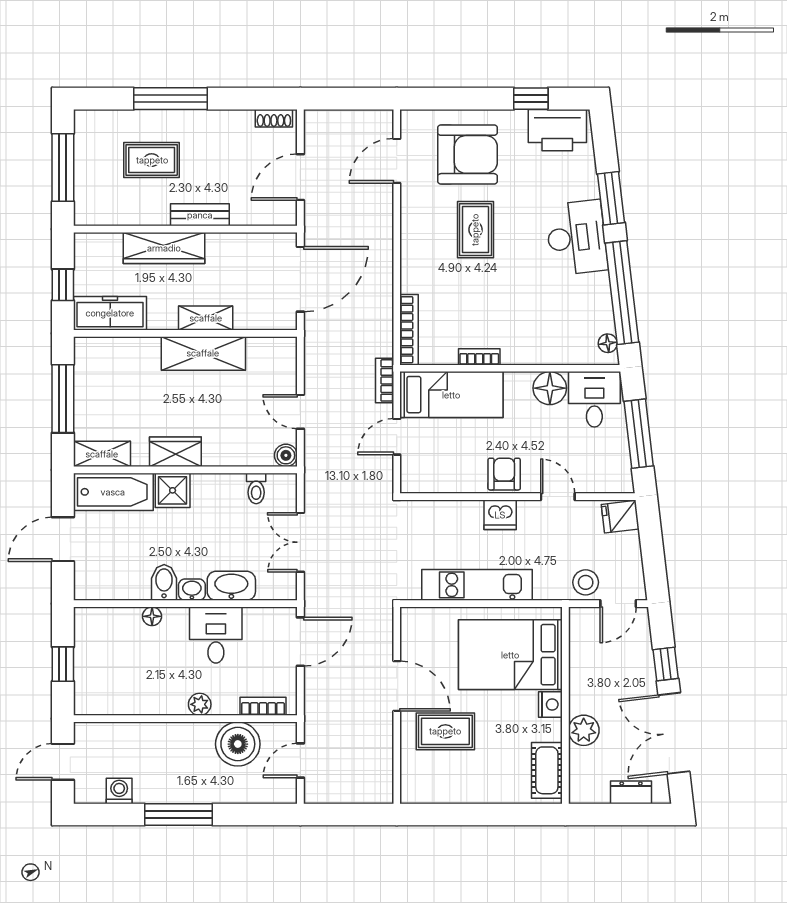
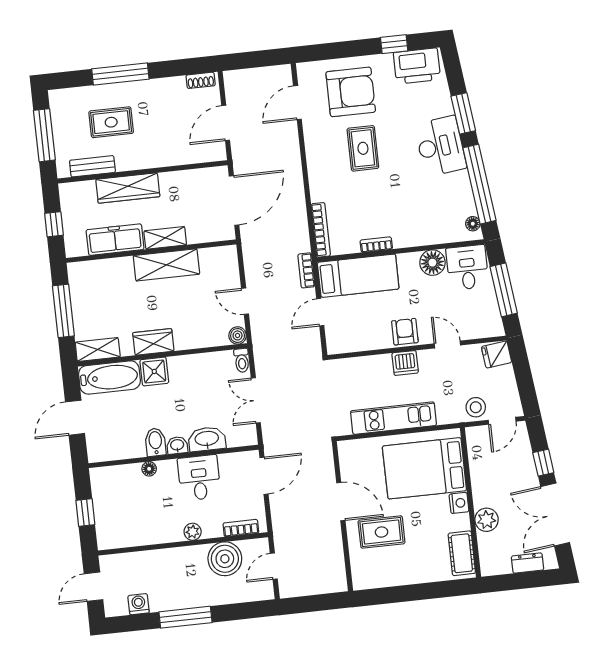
bench: (200, 215) -> (92, 166), moved
freezer: (110, 313) -> (115, 240), moved
toilet: (256, 488) -> (242, 360), moved

